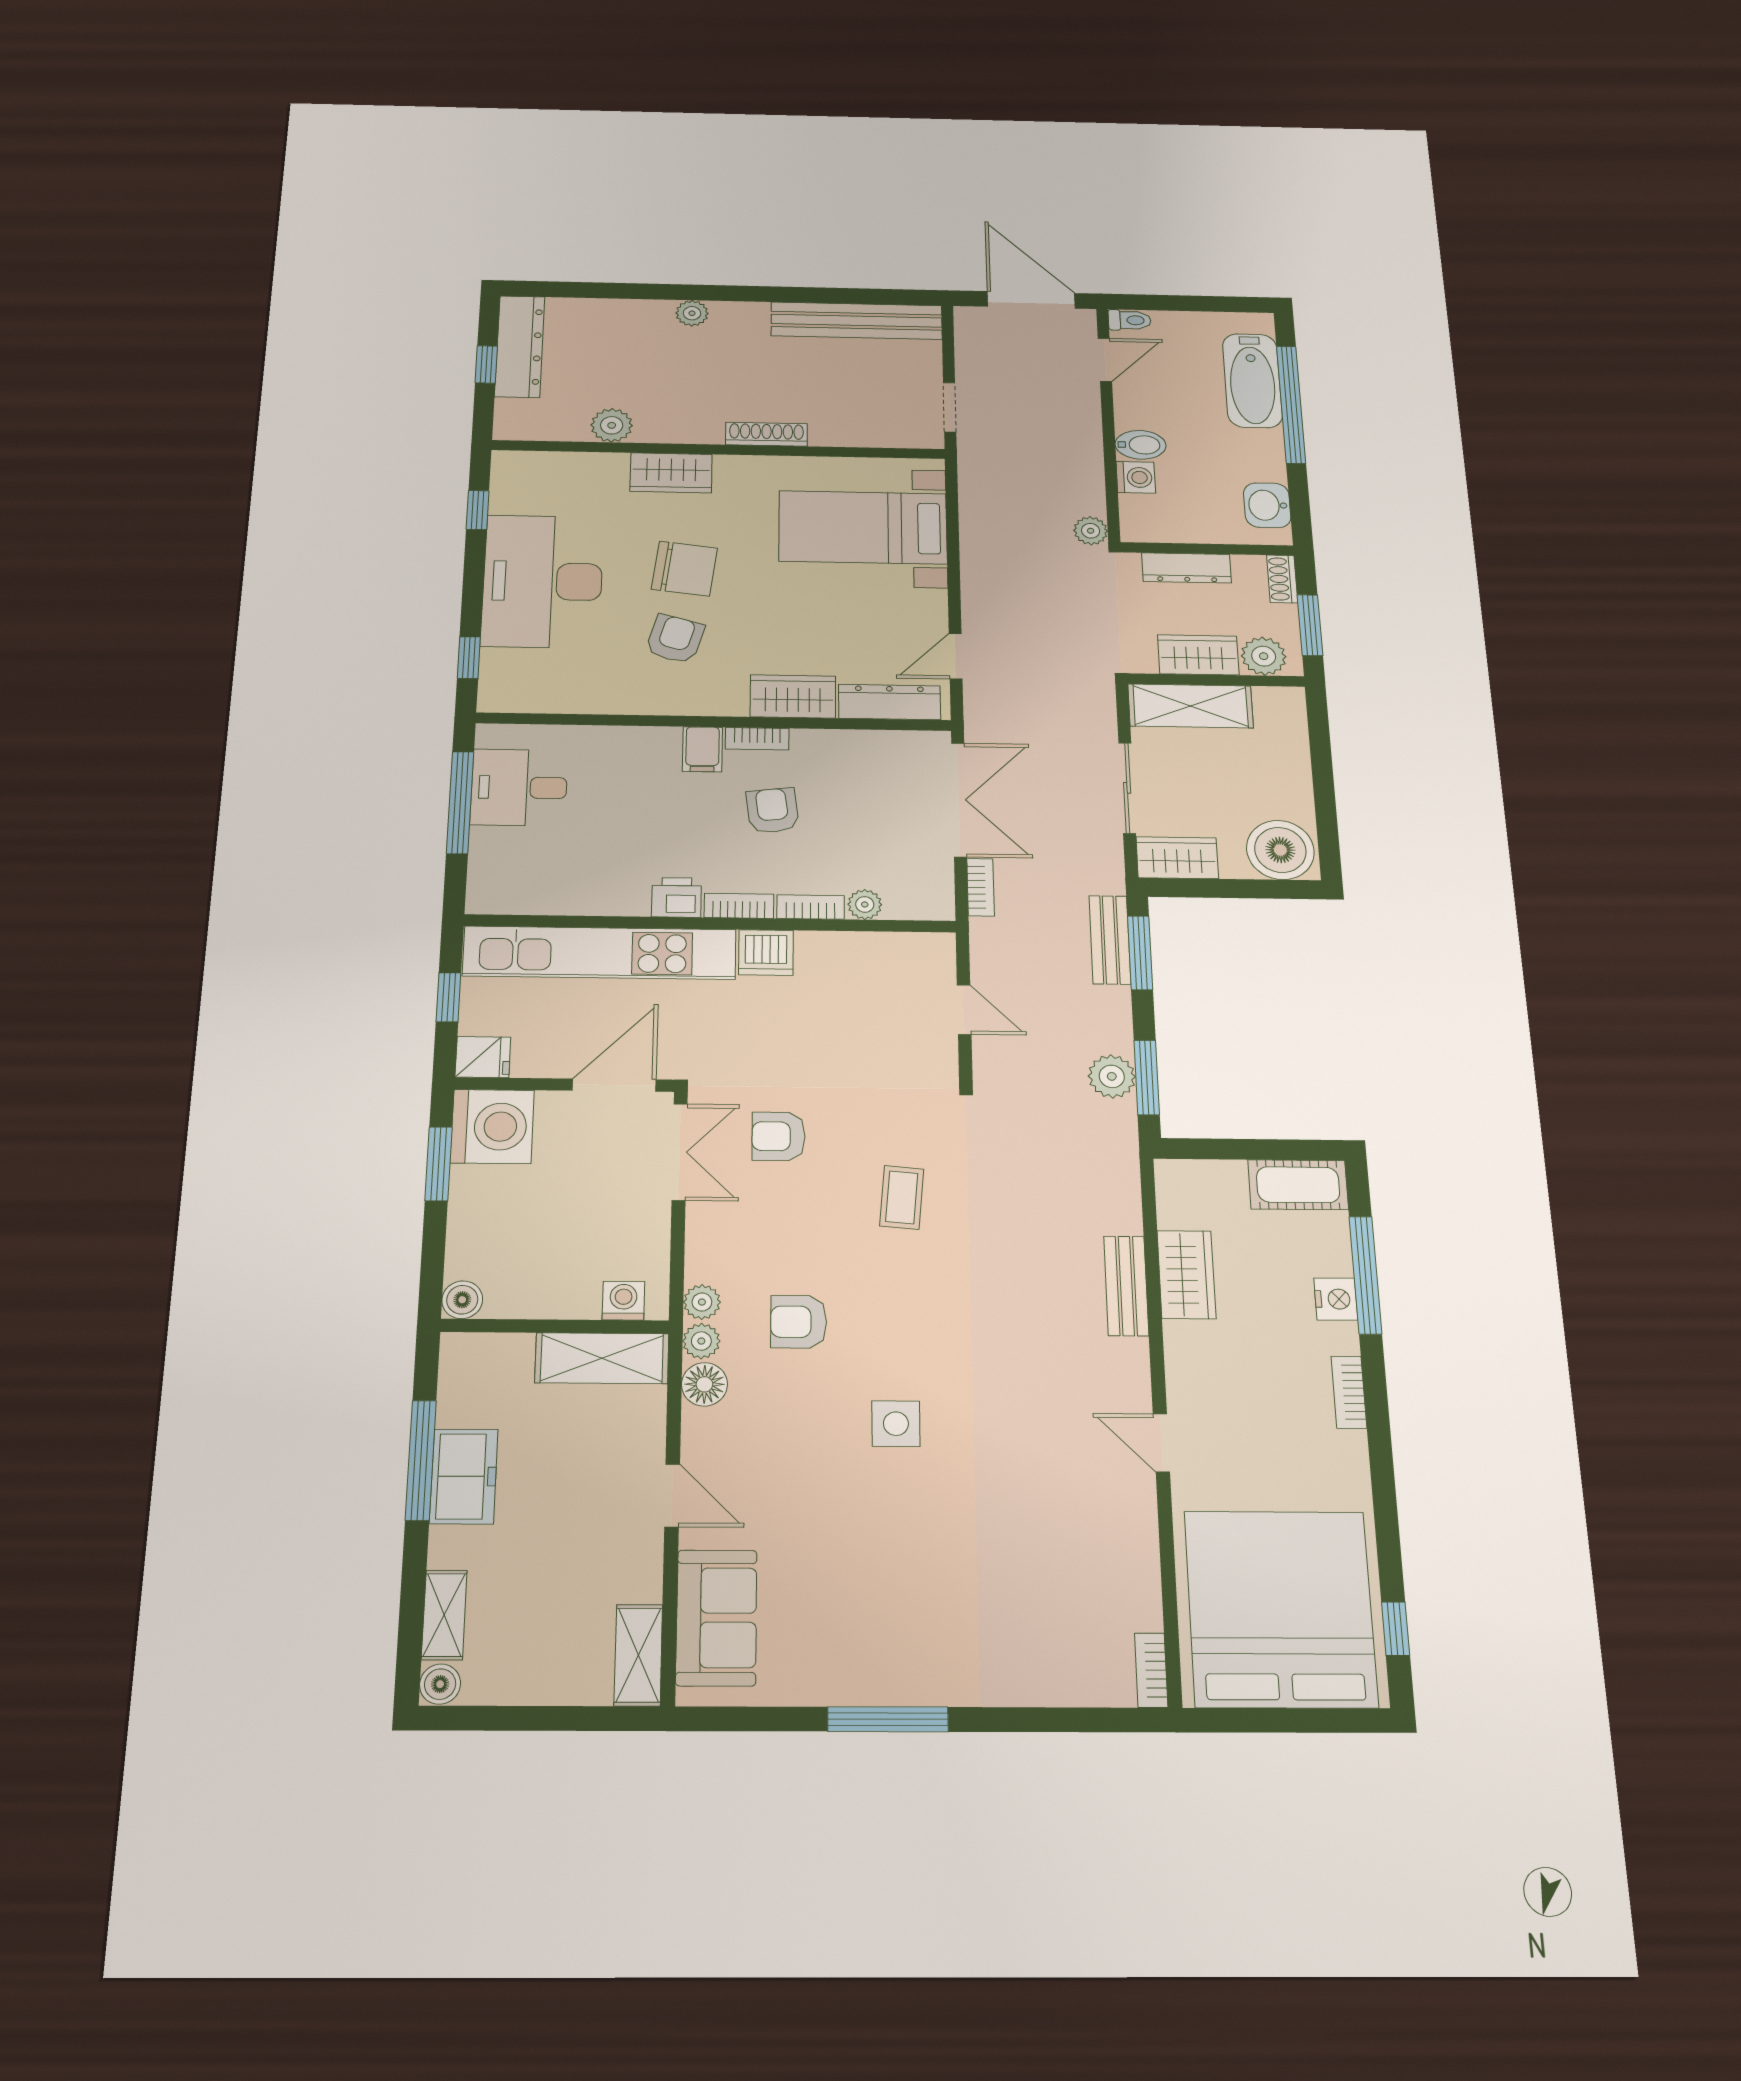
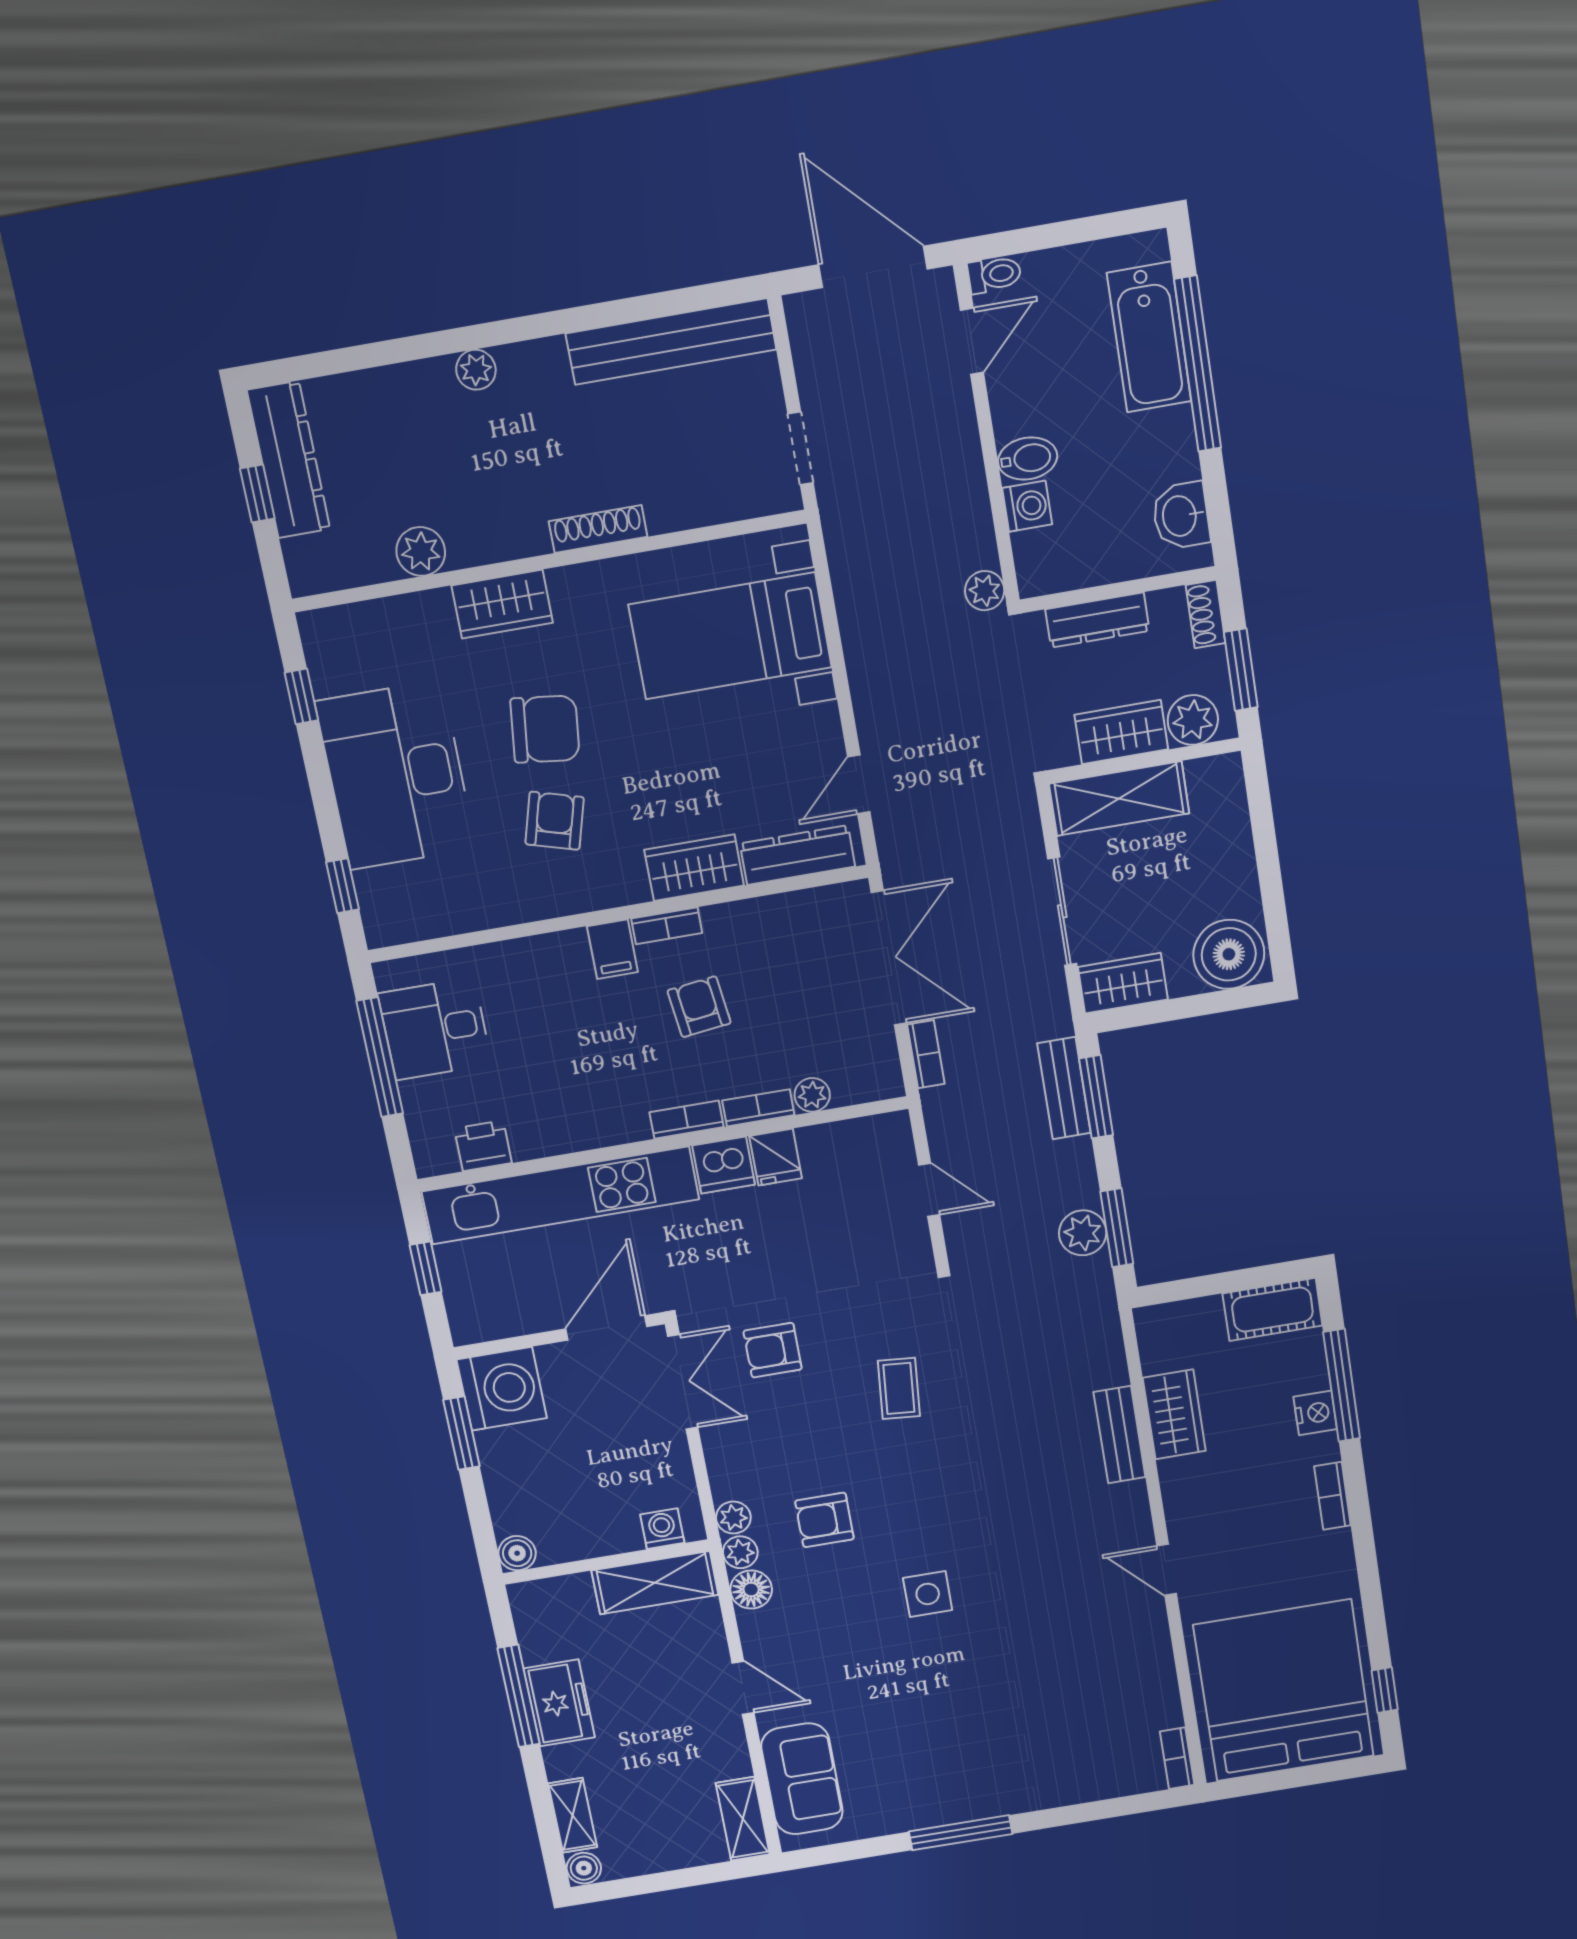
printer: (676, 897) -> (483, 1146), moved
fridge: (483, 1057) -> (776, 1157), moved, turned 90

